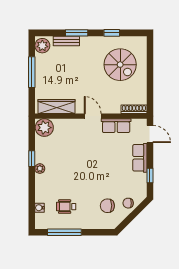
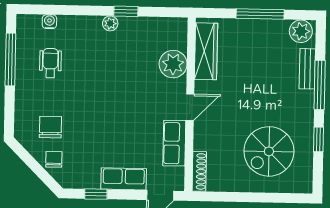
window: (77, 33) -> (320, 85), width x1.44
plant: (44, 128) -> (173, 64), moved

